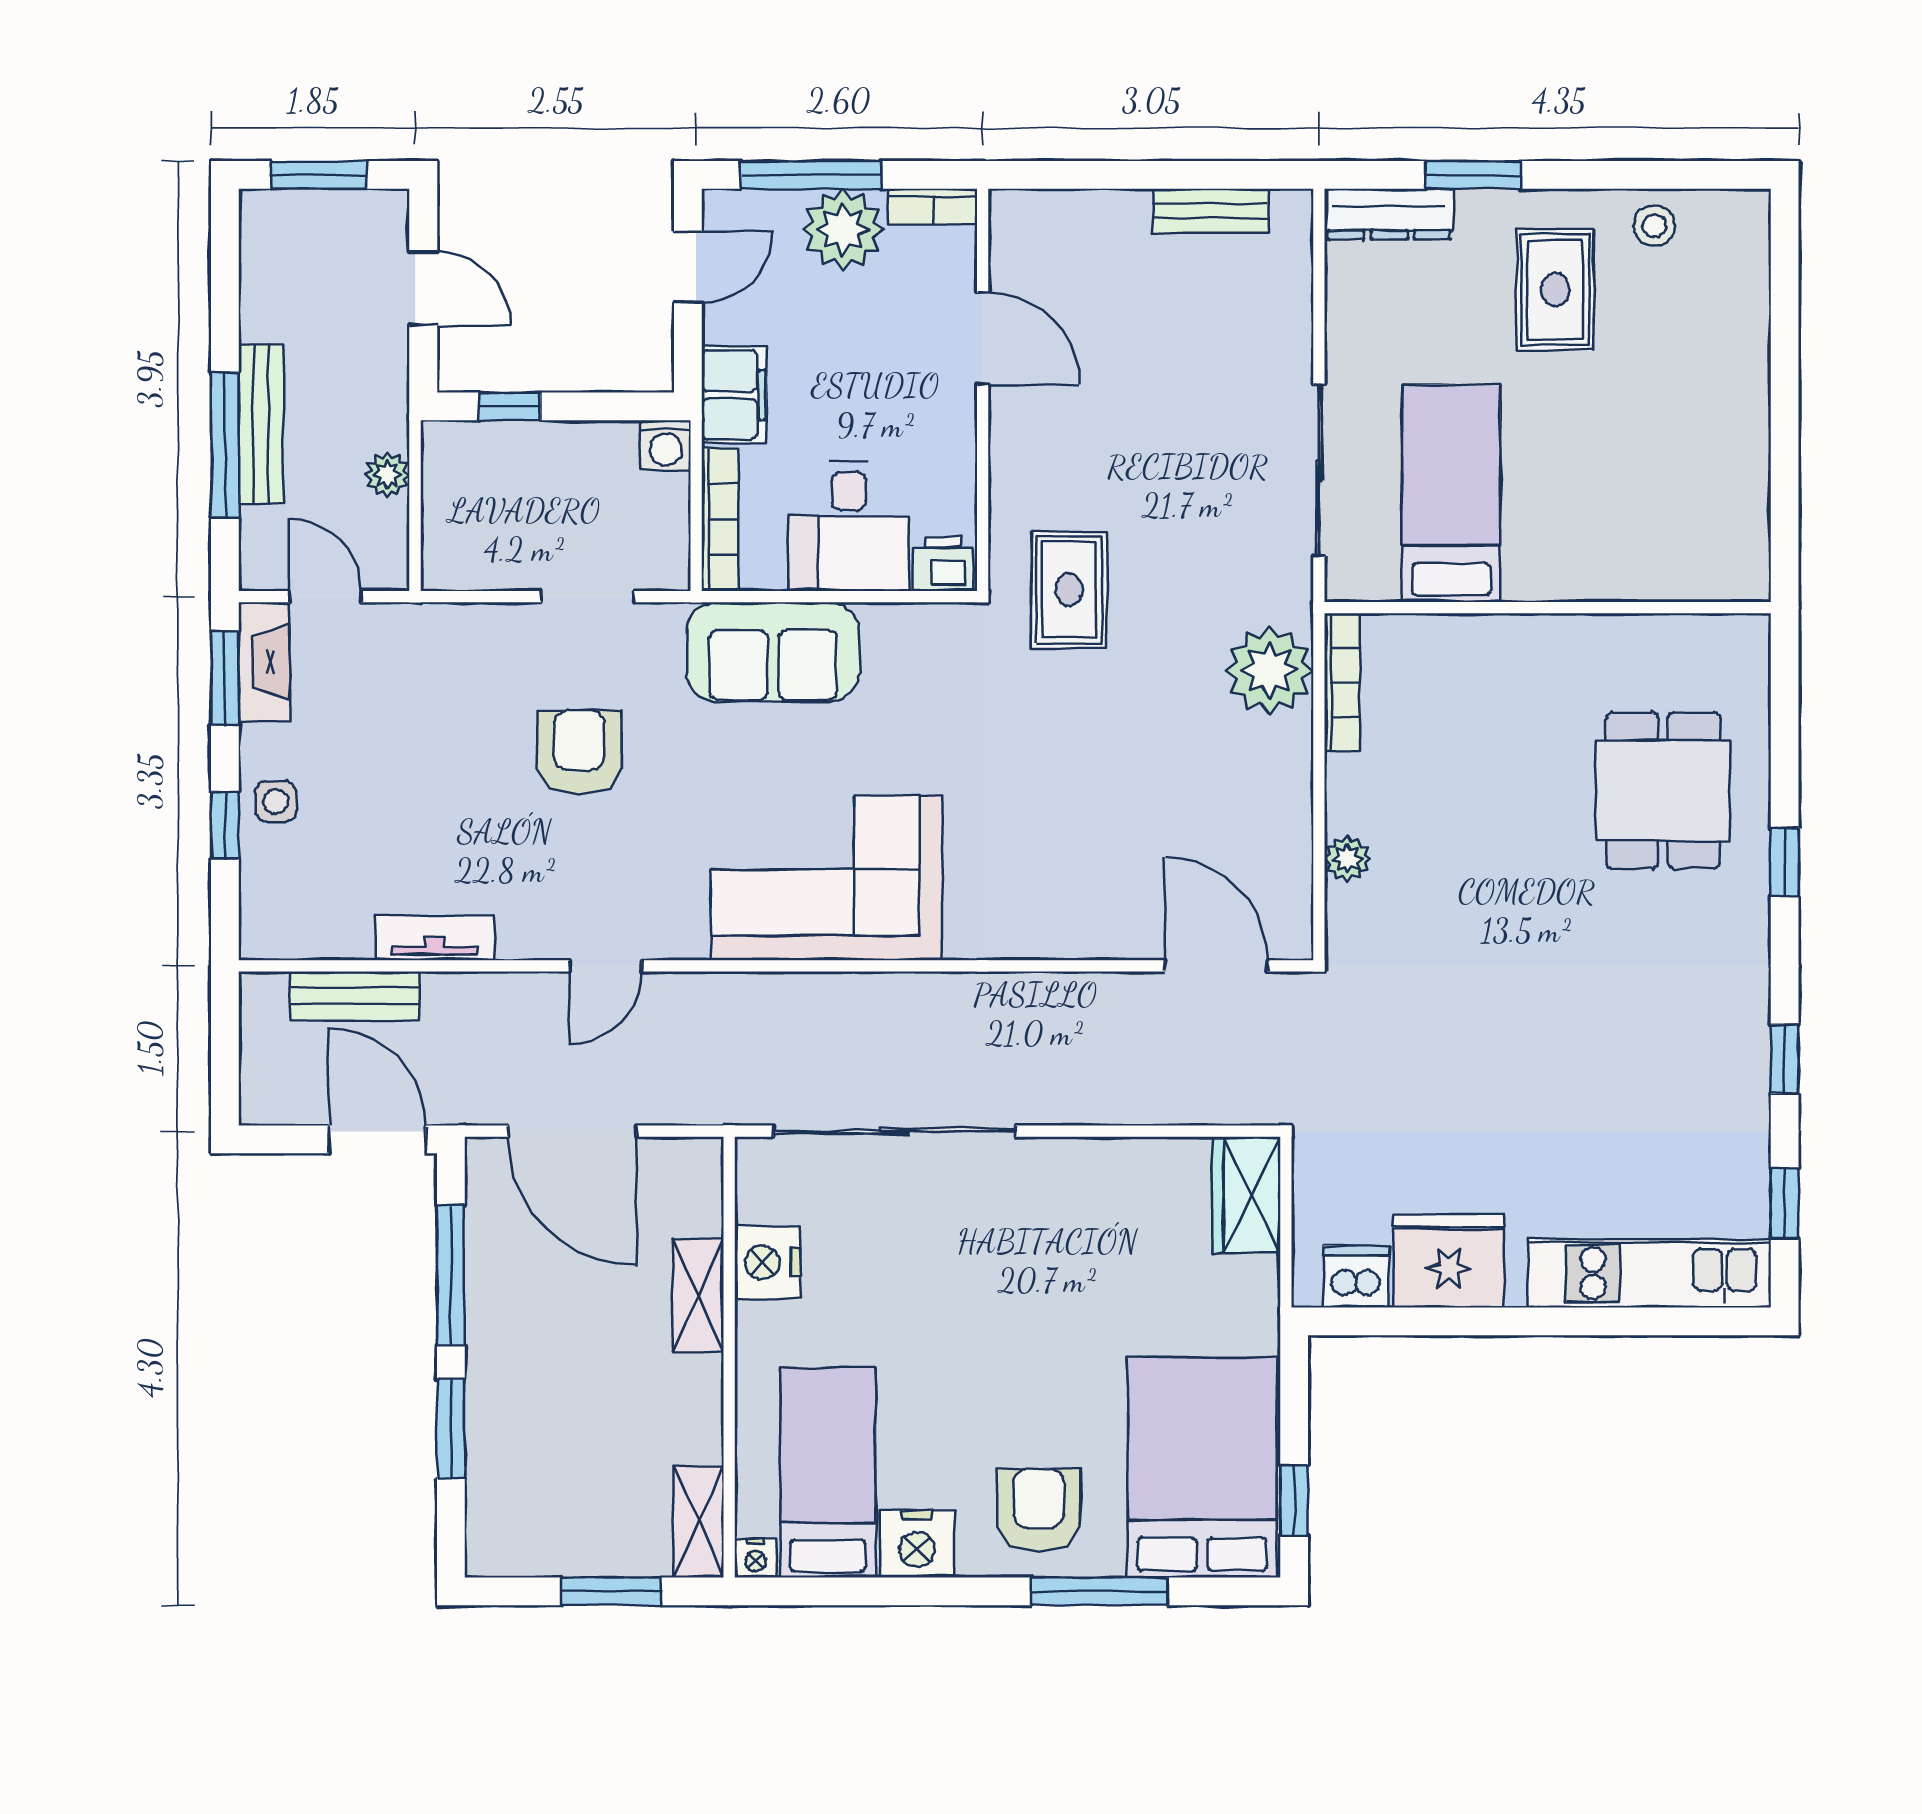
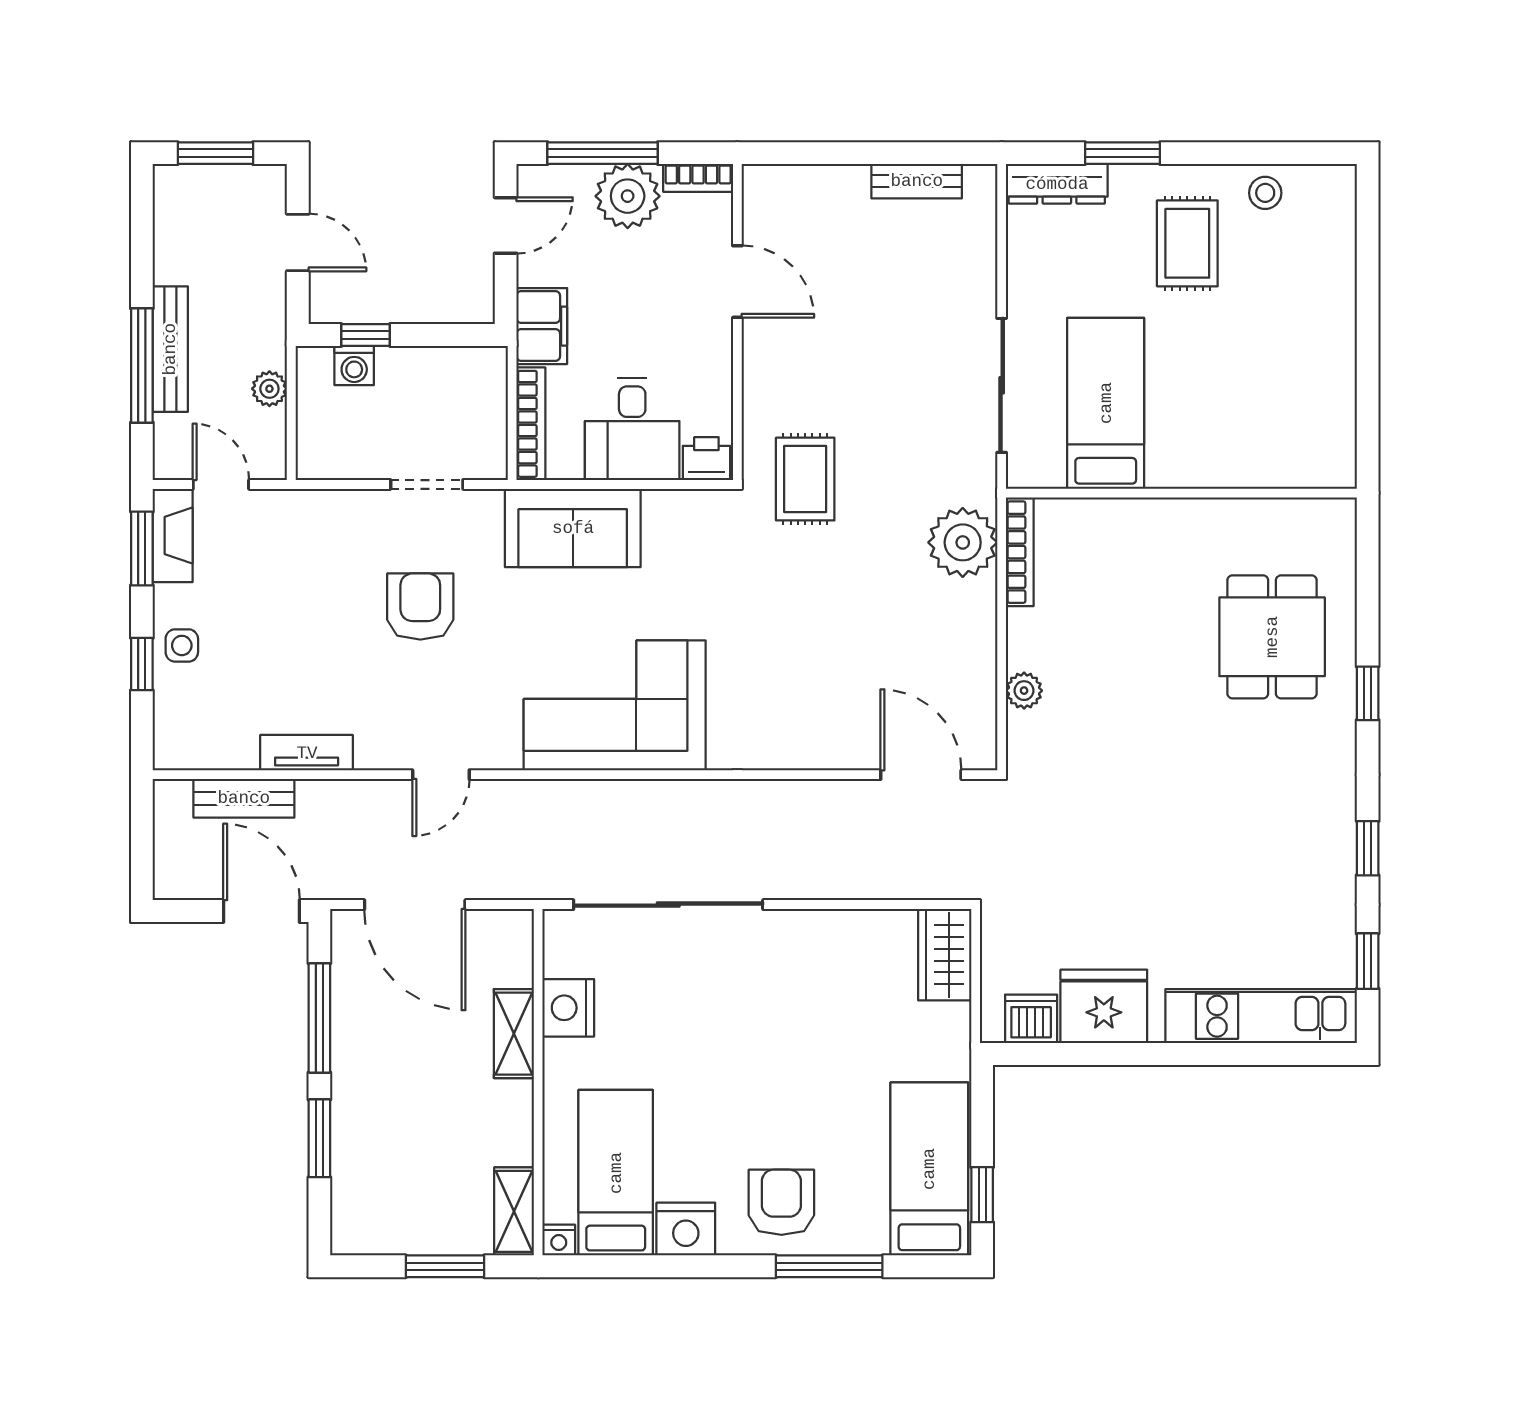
washing machine: (666, 445) -> (354, 366), moved
bed: (1202, 1468) -> (929, 1169), width x0.67

